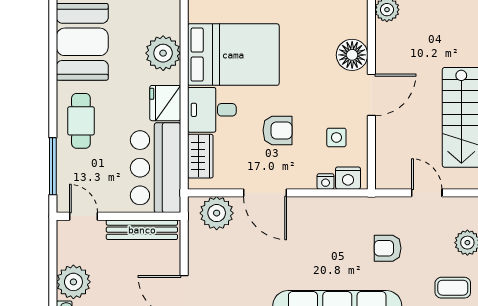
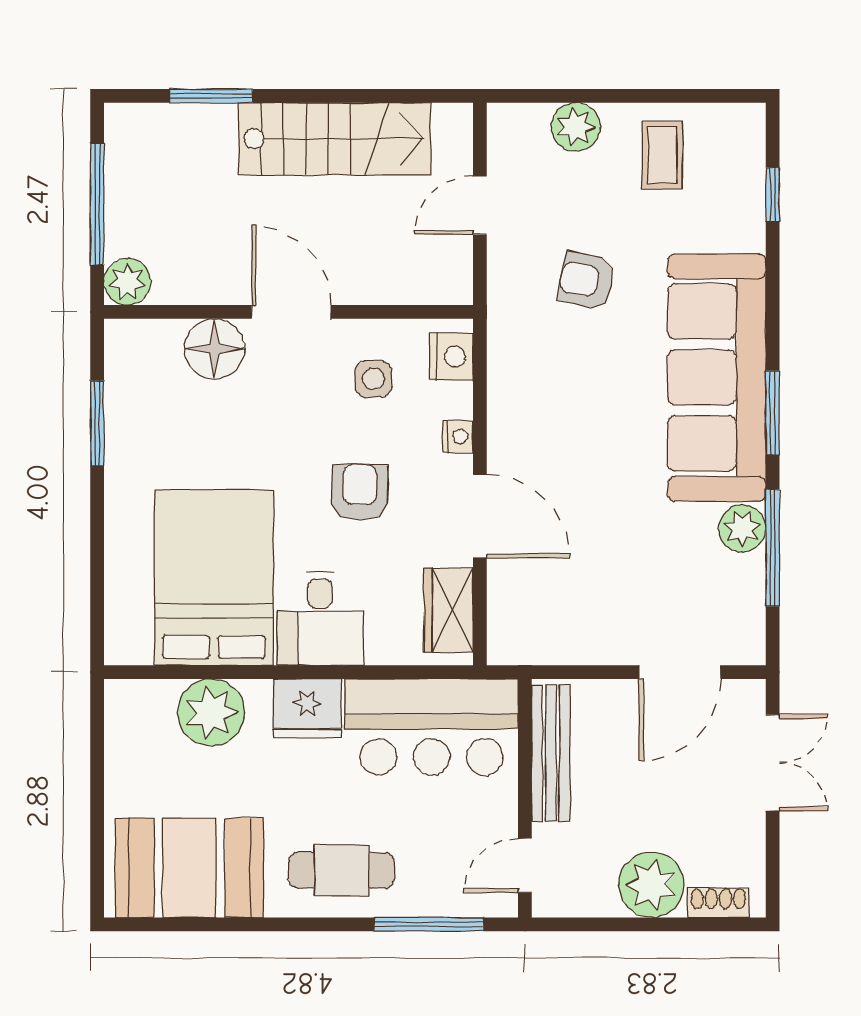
wardrobe: (200, 156) -> (449, 610), moved, turned -90
nightstand: (326, 181) -> (458, 437), moved
door: (265, 193) -> (480, 516), hinge flipped
plant: (217, 213) -> (519, 609), removed
armchair: (388, 248) -> (586, 281), turned 102

